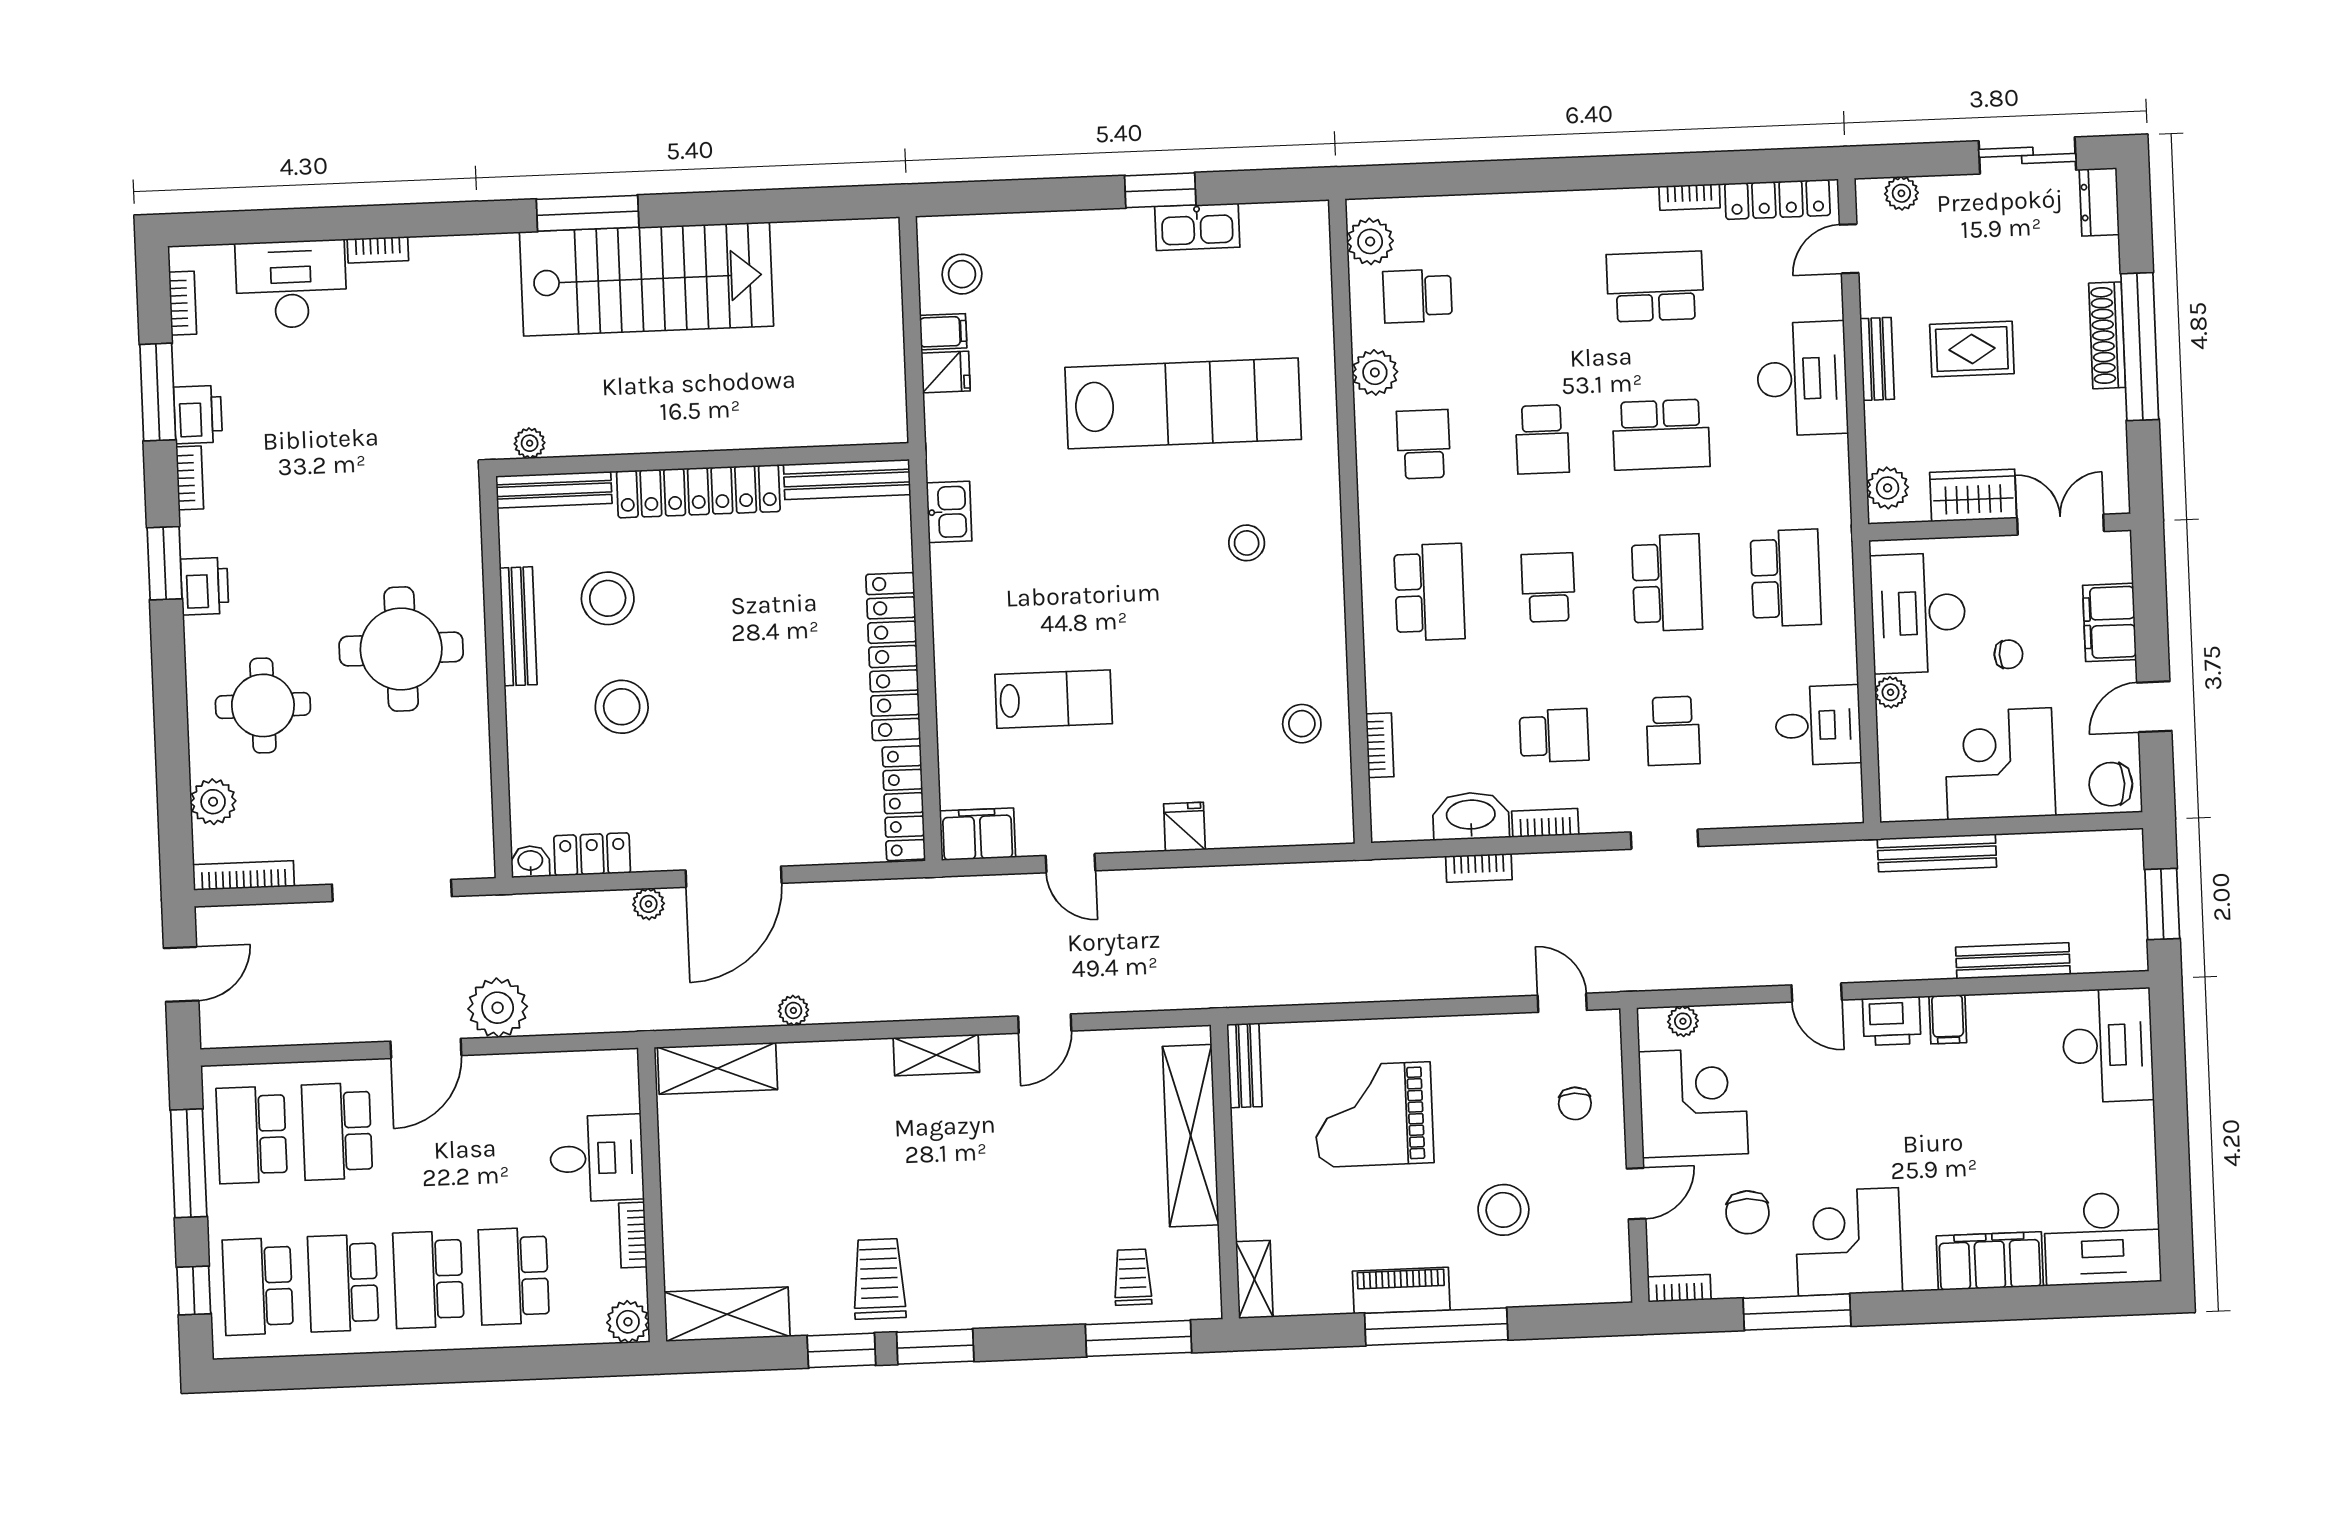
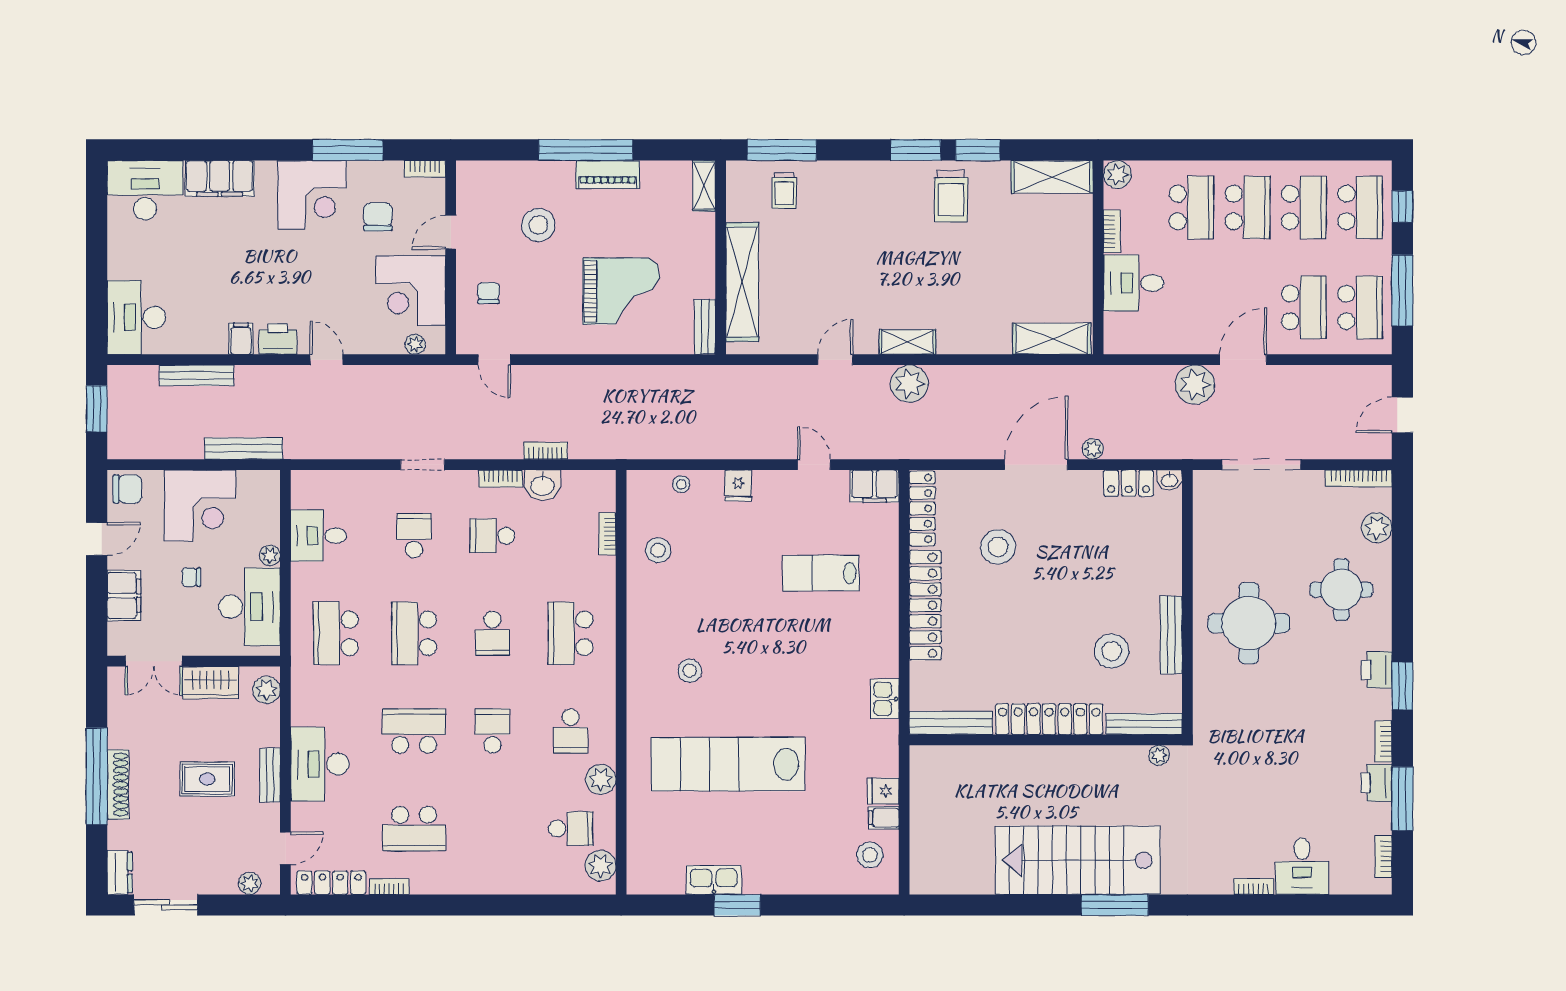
desk: (291, 284) -> (1302, 866), width x0.73
stool: (622, 707) -> (998, 547), moved
washbasin: (1471, 816) -> (542, 485), width x0.72
stool: (1271, 825) -> (681, 484), added
plant: (793, 1010) -> (909, 384), moved, width x1.87, depth x1.87

